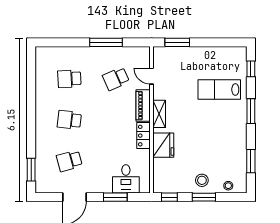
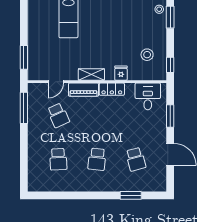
window: (106, 42) -> (24, 108), moved
fridge: (163, 145) -> (121, 73), width x0.53, depth x0.75
window: (31, 170) -> (131, 195), moved
desk: (126, 179) -> (148, 96), moved, turned -90
stool: (202, 180) -> (147, 55), moved
window: (204, 197) -> (170, 17), moved

